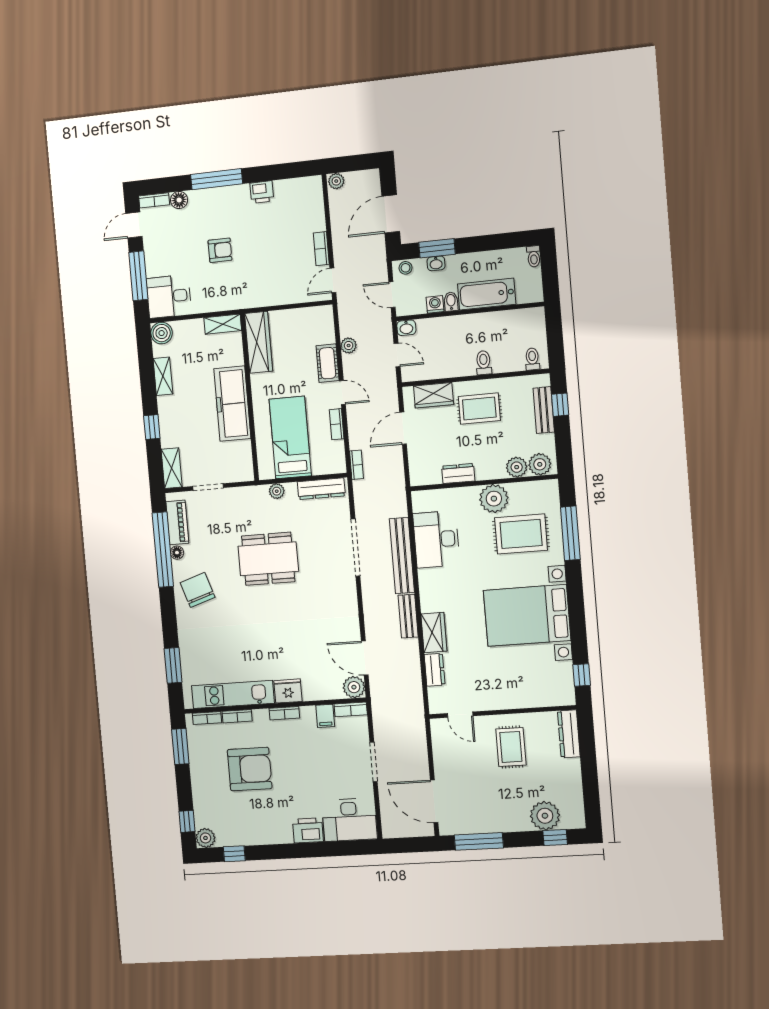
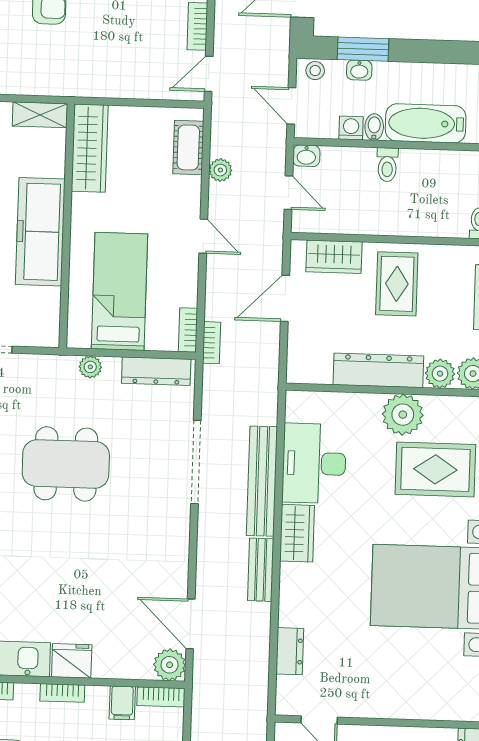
cot: (328, 363) -> (188, 147), moved
toilet: (484, 363) -> (387, 165), moved, turned 180
rug: (479, 408) -> (397, 284), turned 90
bookcase: (337, 424) -> (188, 330), moved
dresser: (458, 474) -> (378, 370), width x1.96, depth x1.24
wardrobe: (434, 633) -> (297, 533), moved

